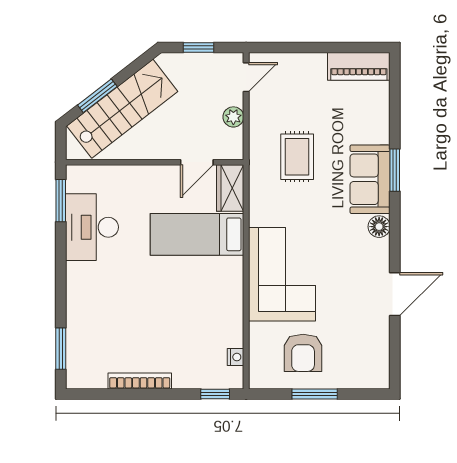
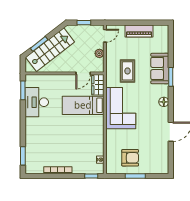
piano: (359, 66) -> (139, 31), moved
sofa: (370, 179) -> (160, 69), moved
corner sofa: (282, 274) -> (121, 108), moved
armchair: (303, 353) -> (130, 158), turned -90

